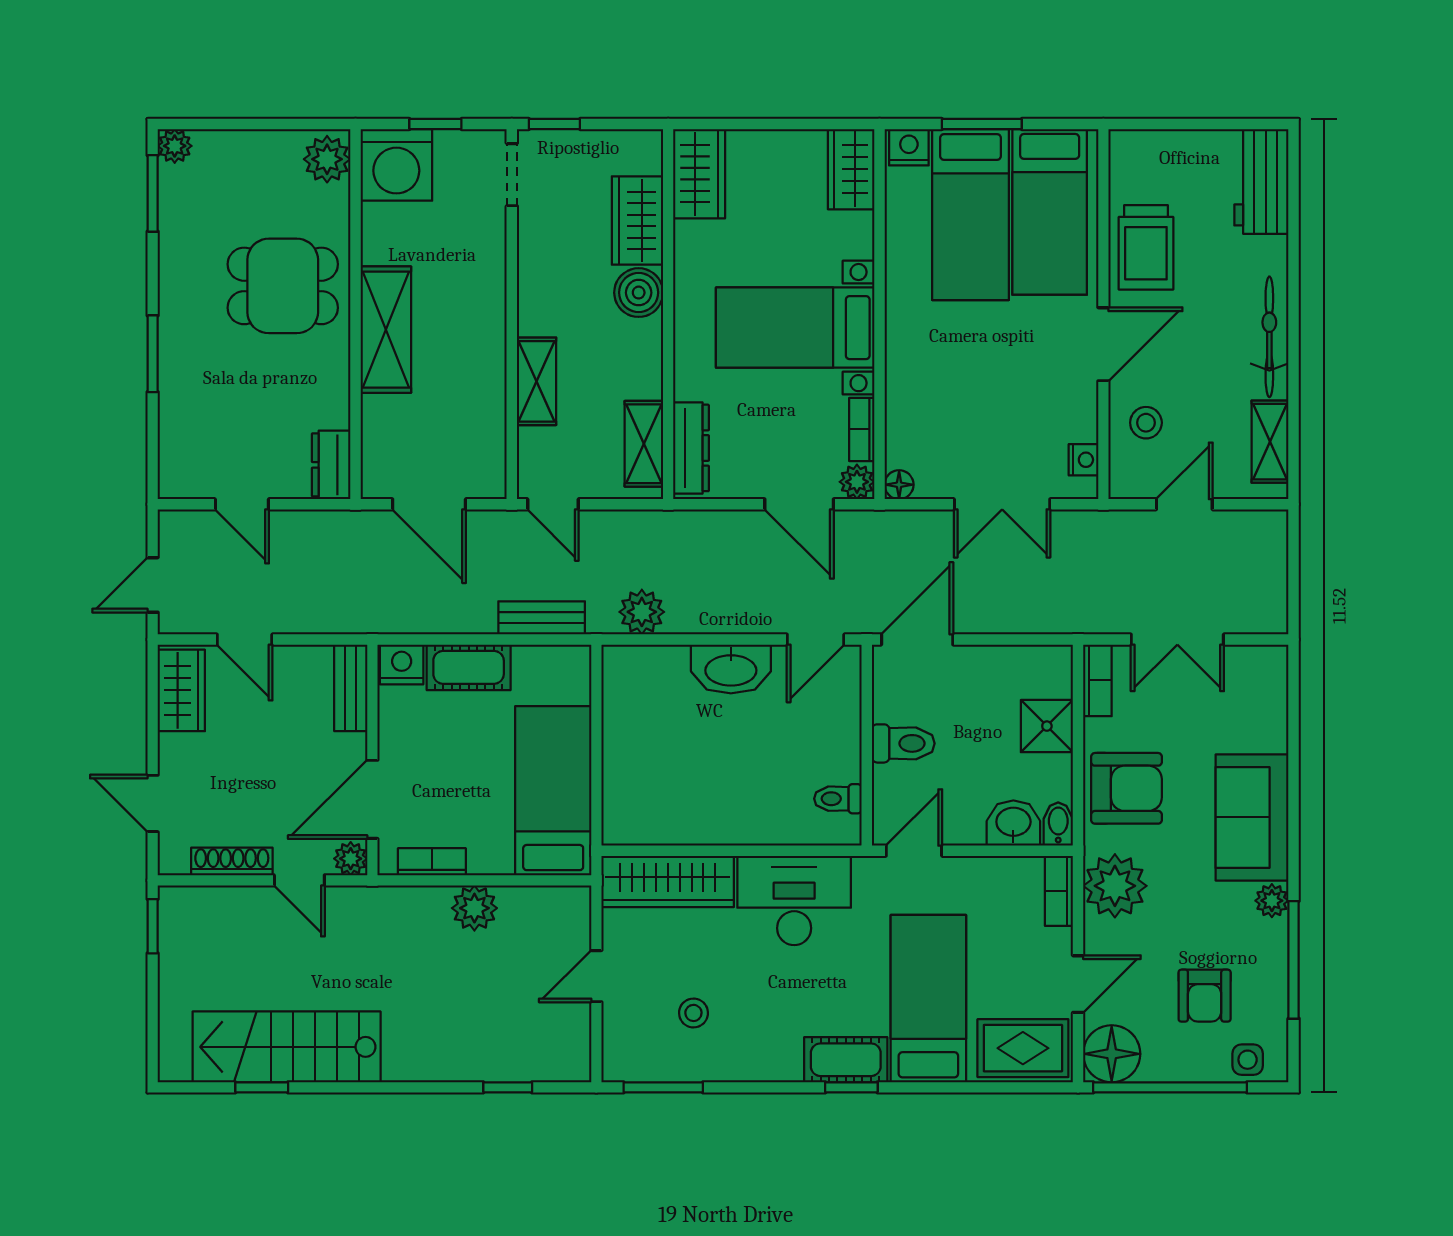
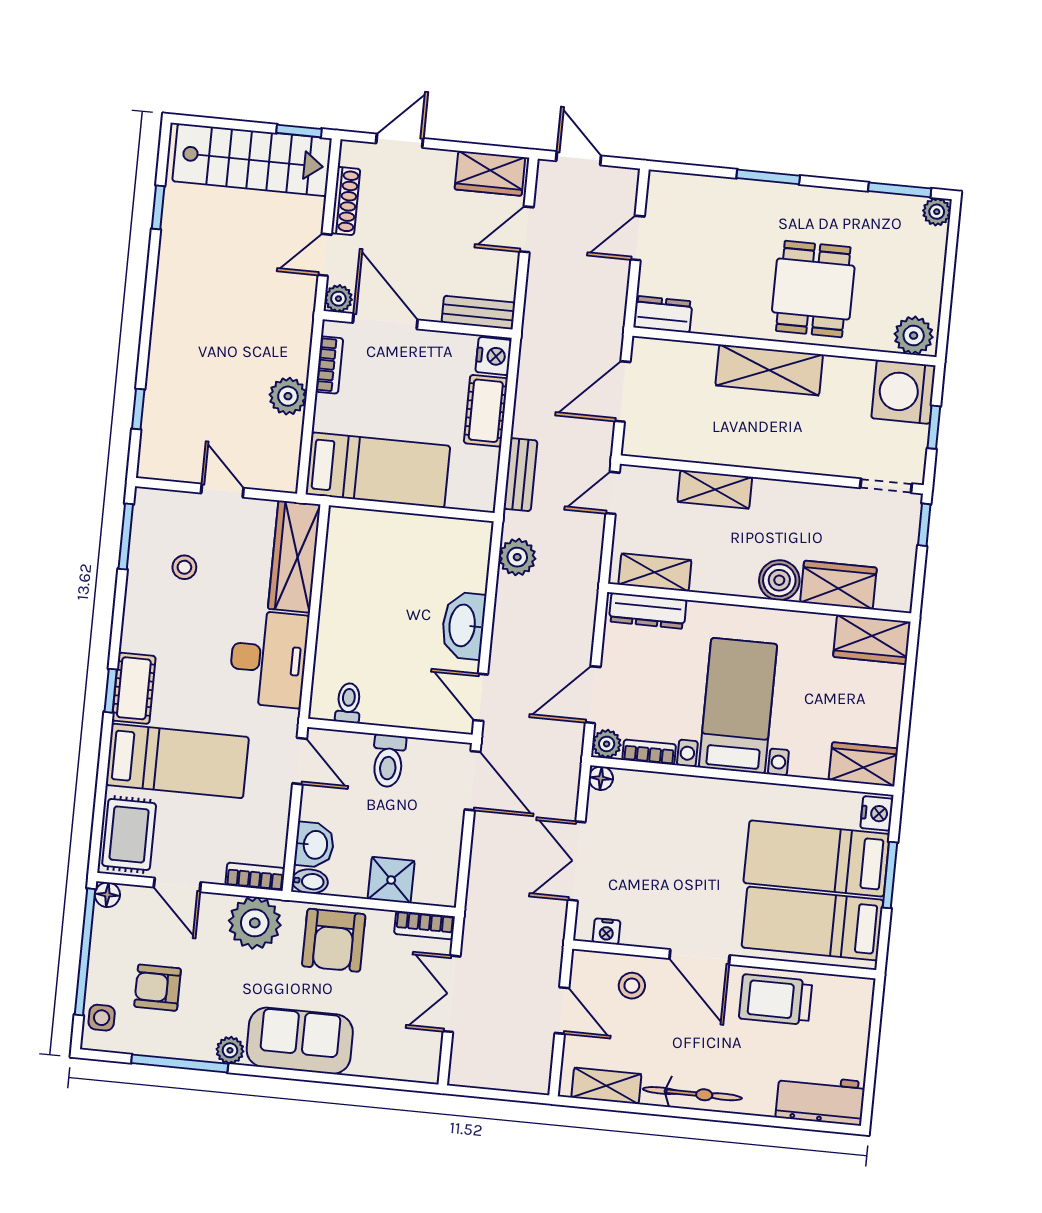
stairs: (287, 1047) -> (252, 160), moved, turned 90
floor lamp: (1112, 1054) -> (107, 895), width x0.53, depth x0.53

